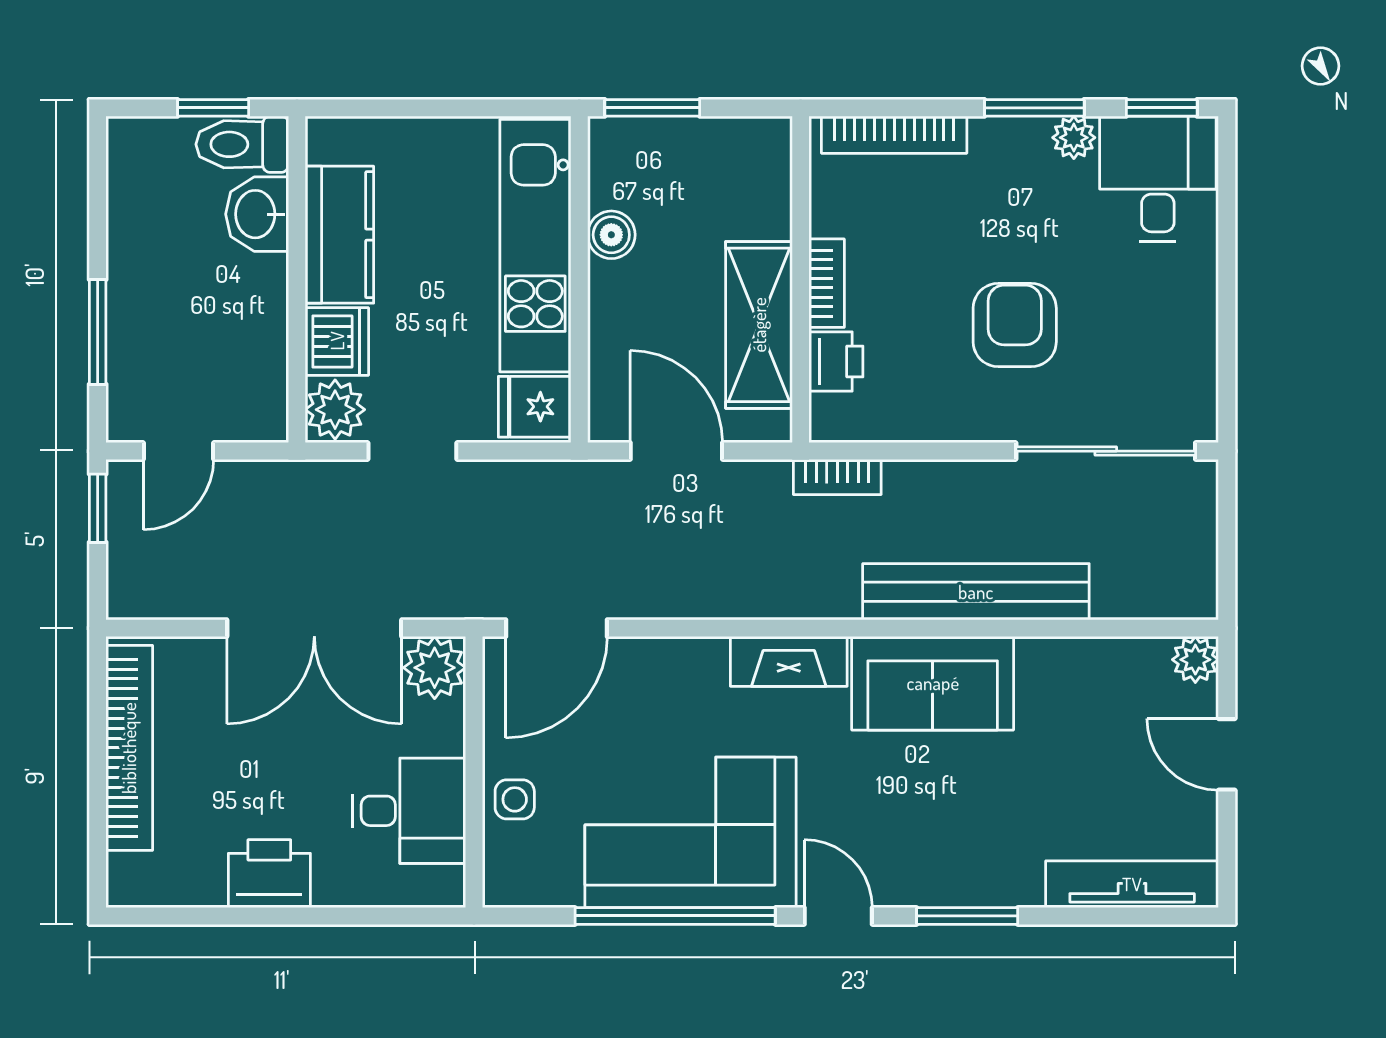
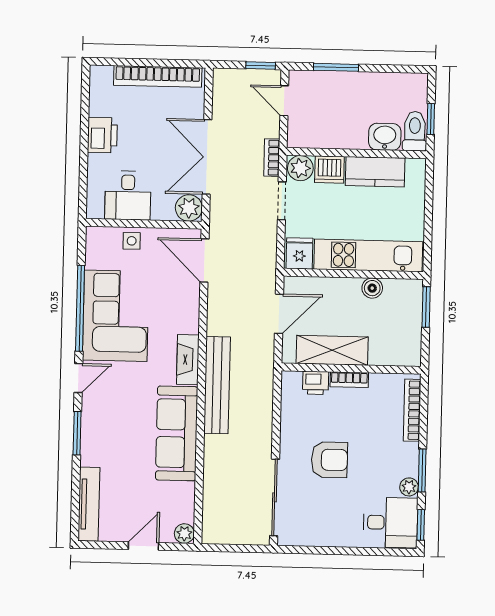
bookcase: (837, 477) -> (272, 158), moved
bench: (976, 592) -> (217, 385), moved
sofa: (933, 683) -> (177, 433), width x1.36

